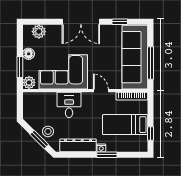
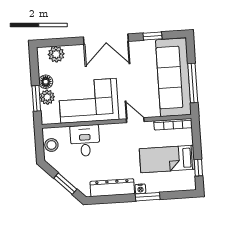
plant: (29, 82) -> (47, 97), moved
desk: (69, 105) -> (85, 141), moved
stool: (48, 131) -> (51, 145), moved

